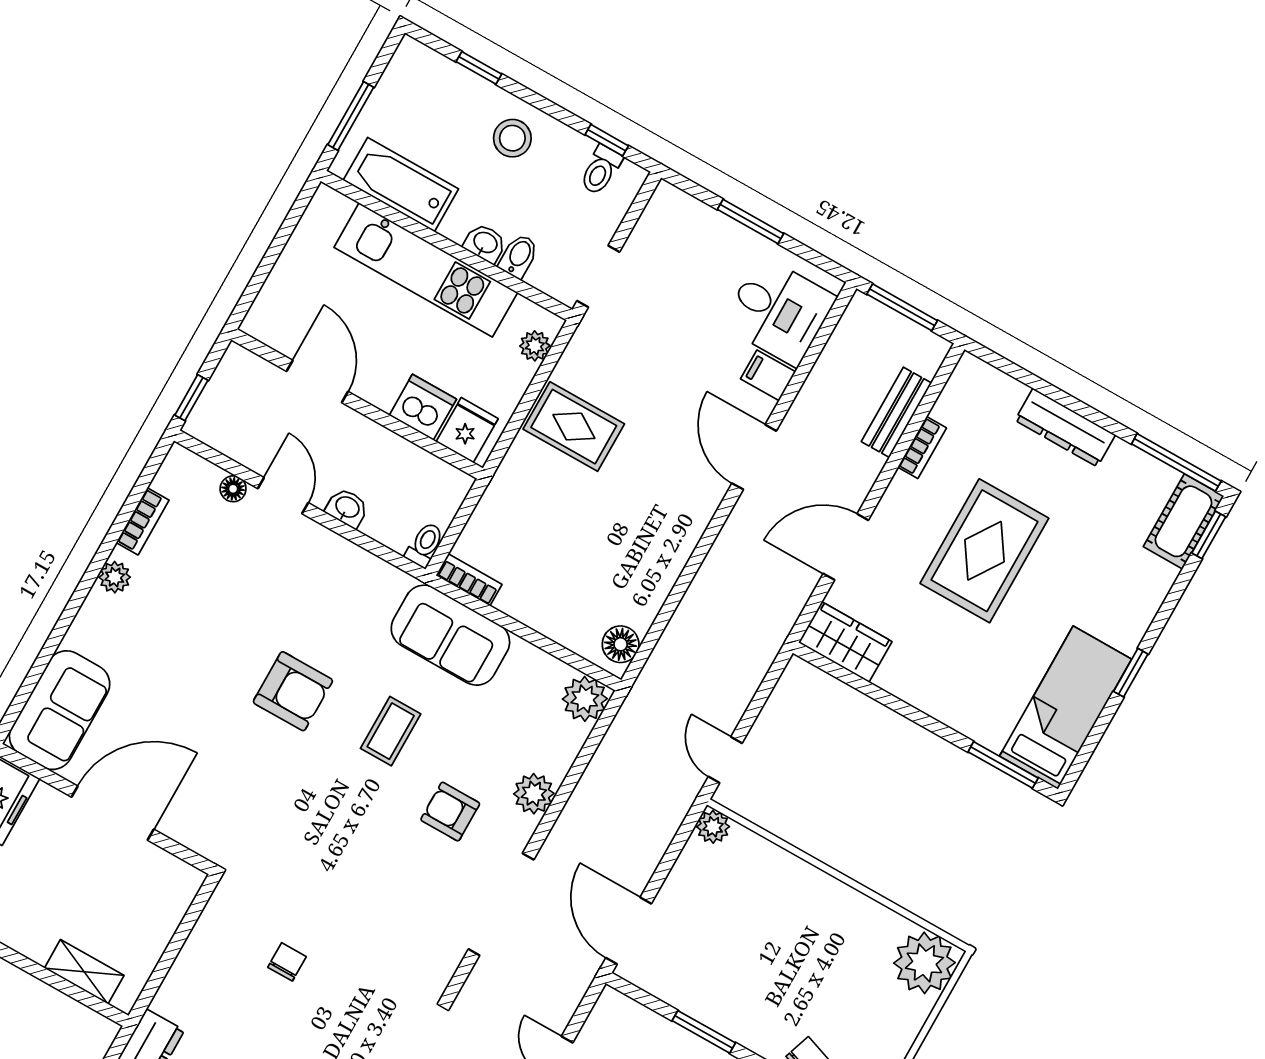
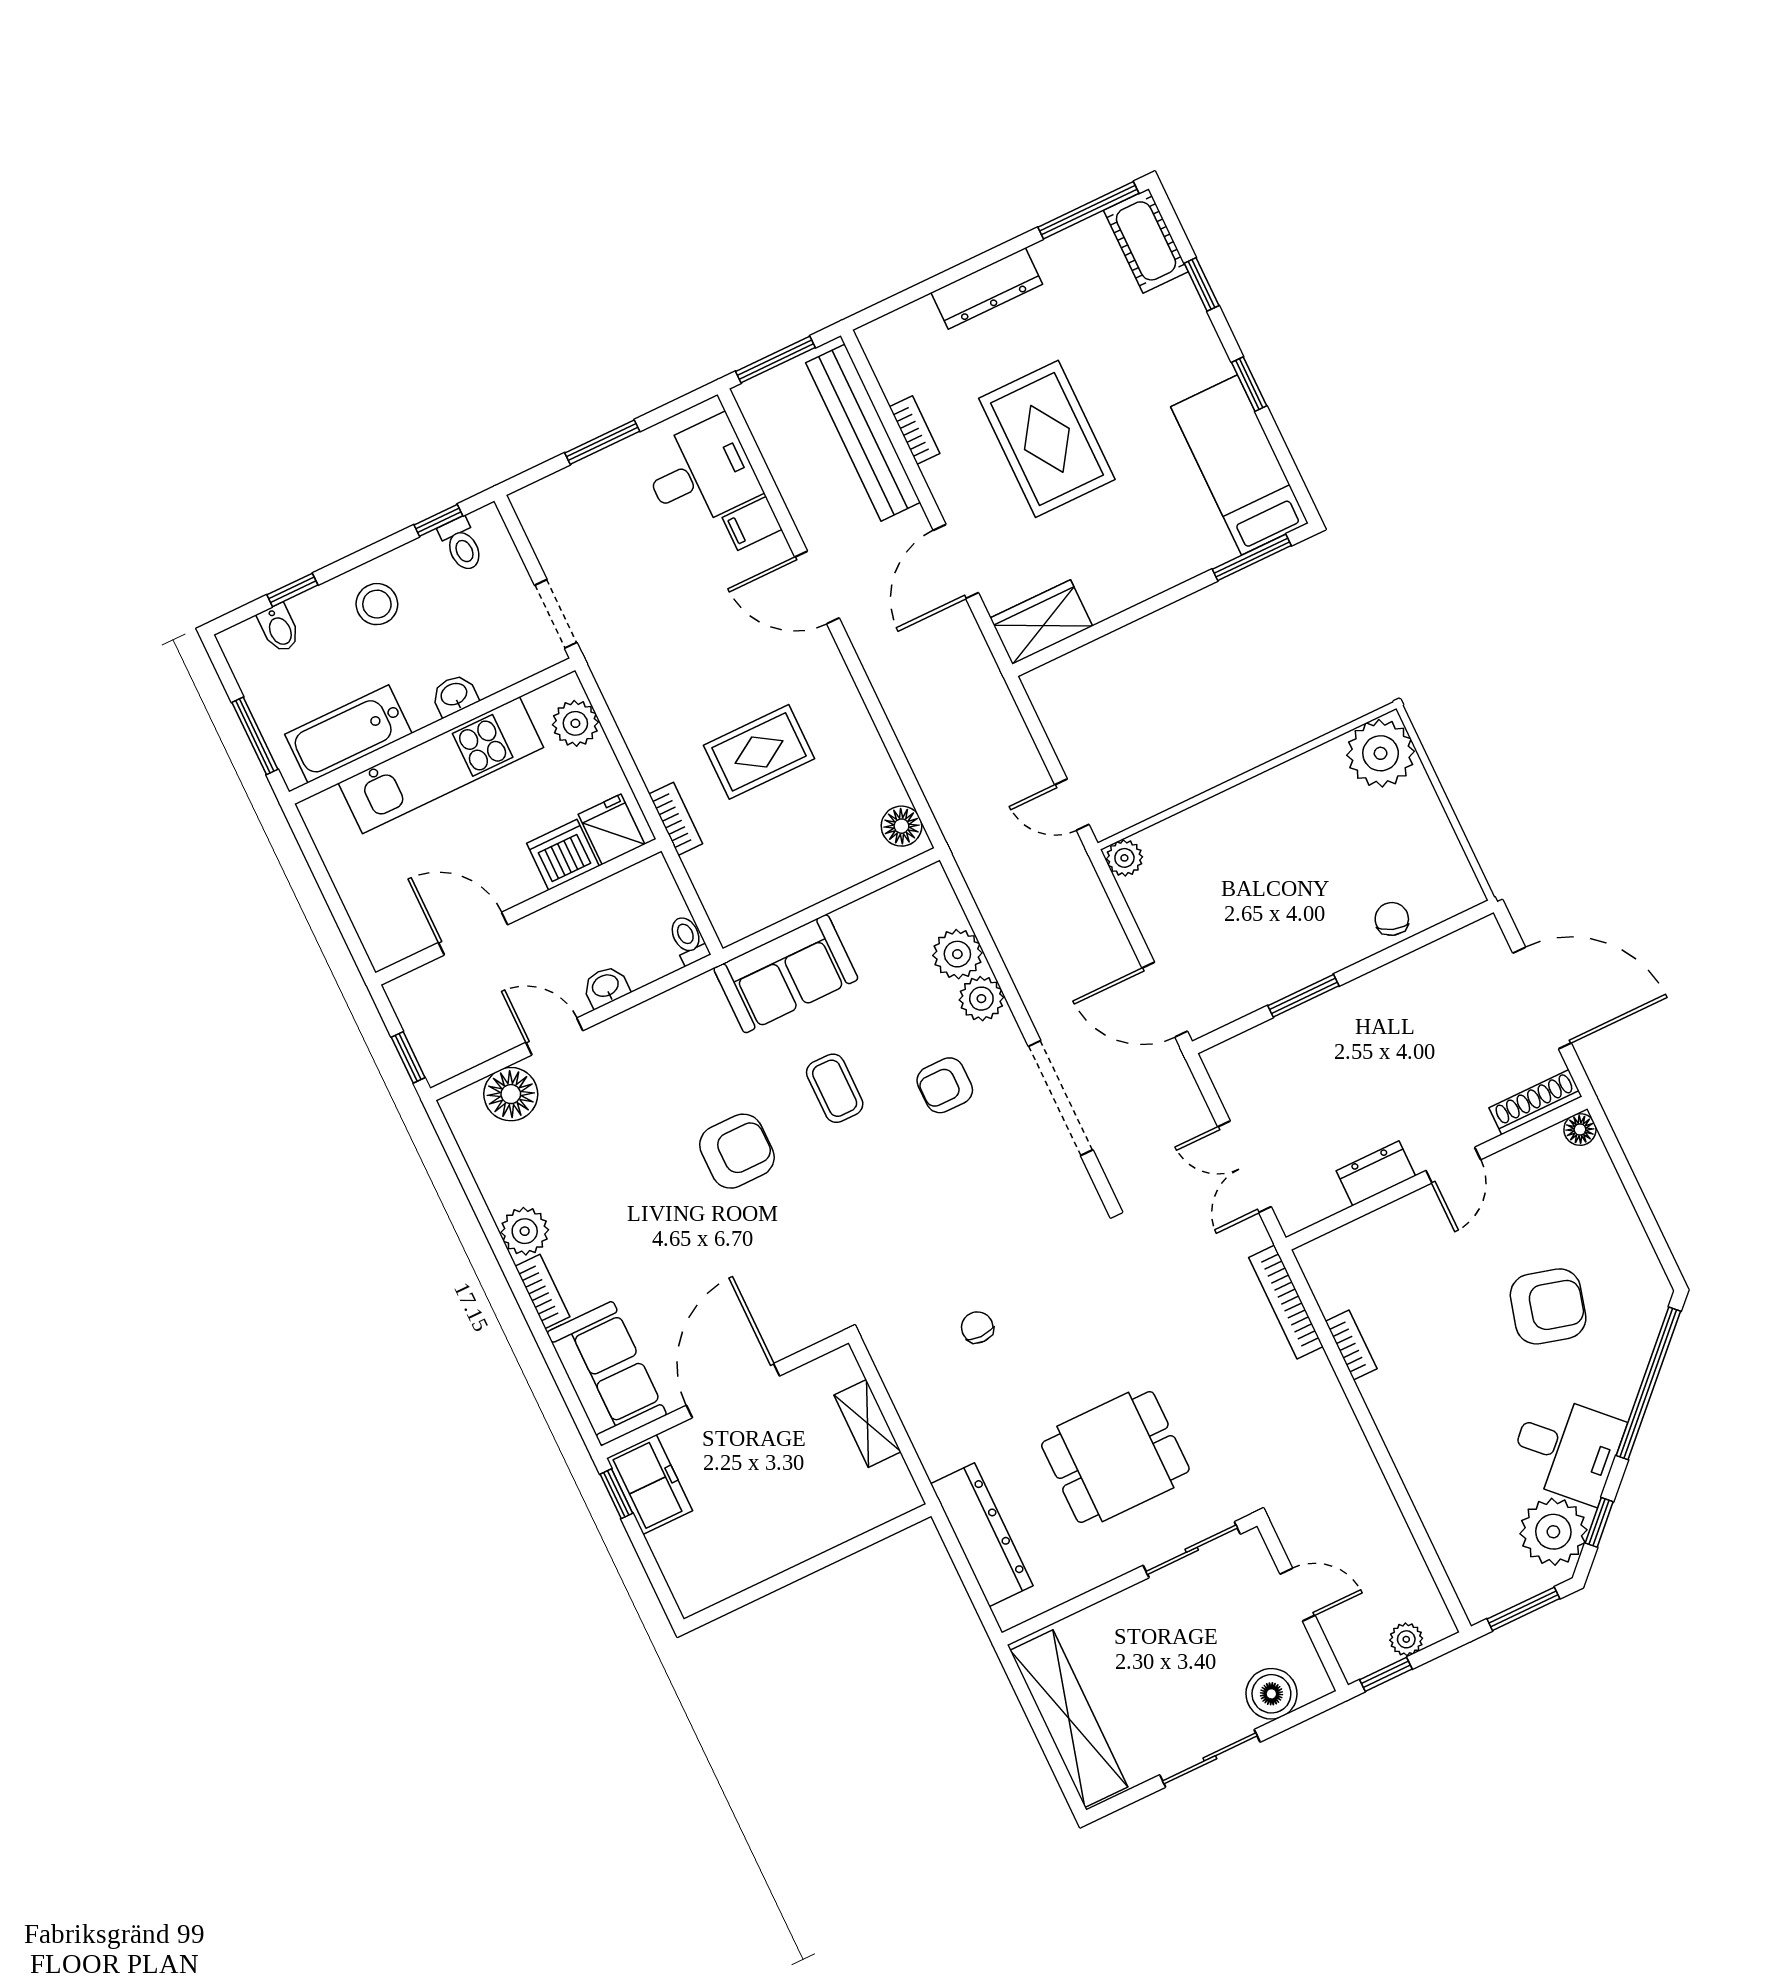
bidet: (519, 256) -> (279, 628), moved, turned 180
plant: (535, 346) -> (575, 723), width x1.38, depth x1.38
bench: (896, 412) -> (863, 433), width x1.86, depth x1.21
rug: (574, 427) -> (759, 752), moved
floor lamp: (233, 489) -> (511, 1094), width x1.89, depth x1.89
bookcase: (143, 521) -> (542, 1291), moved
window: (1209, 535) -> (1202, 284), moved
plant: (115, 577) -> (525, 1231), width x1.38, depth x1.38
bookcase: (469, 580) -> (676, 819), moved, turned 90
plant: (585, 699) -> (957, 954), moved
shelving: (84, 972) -> (867, 1423), moved, turned 90

